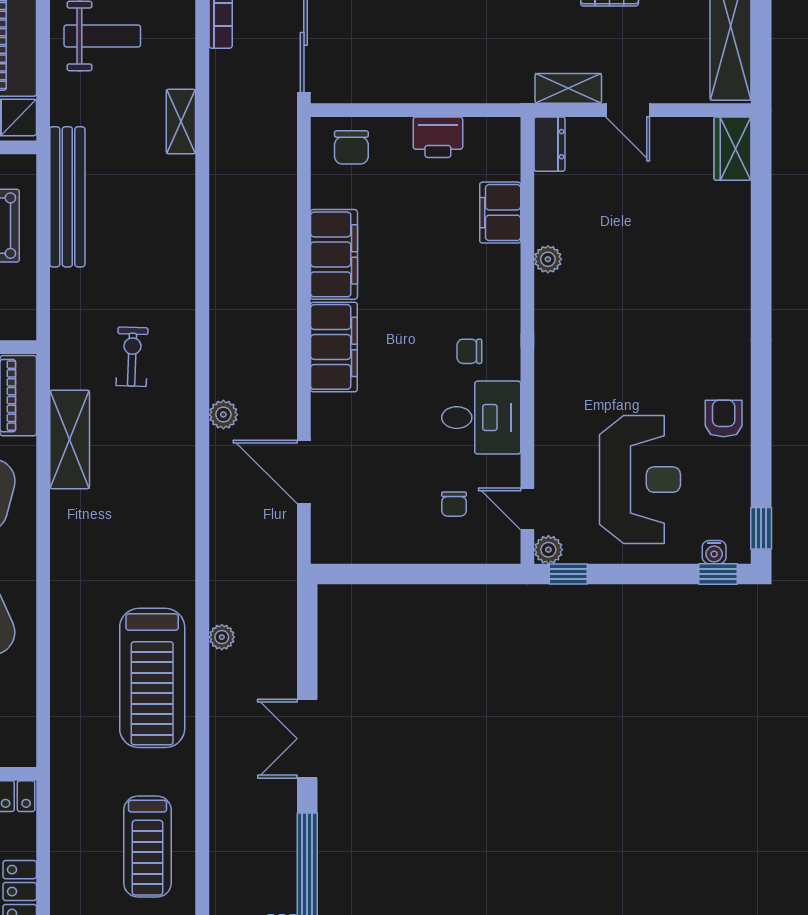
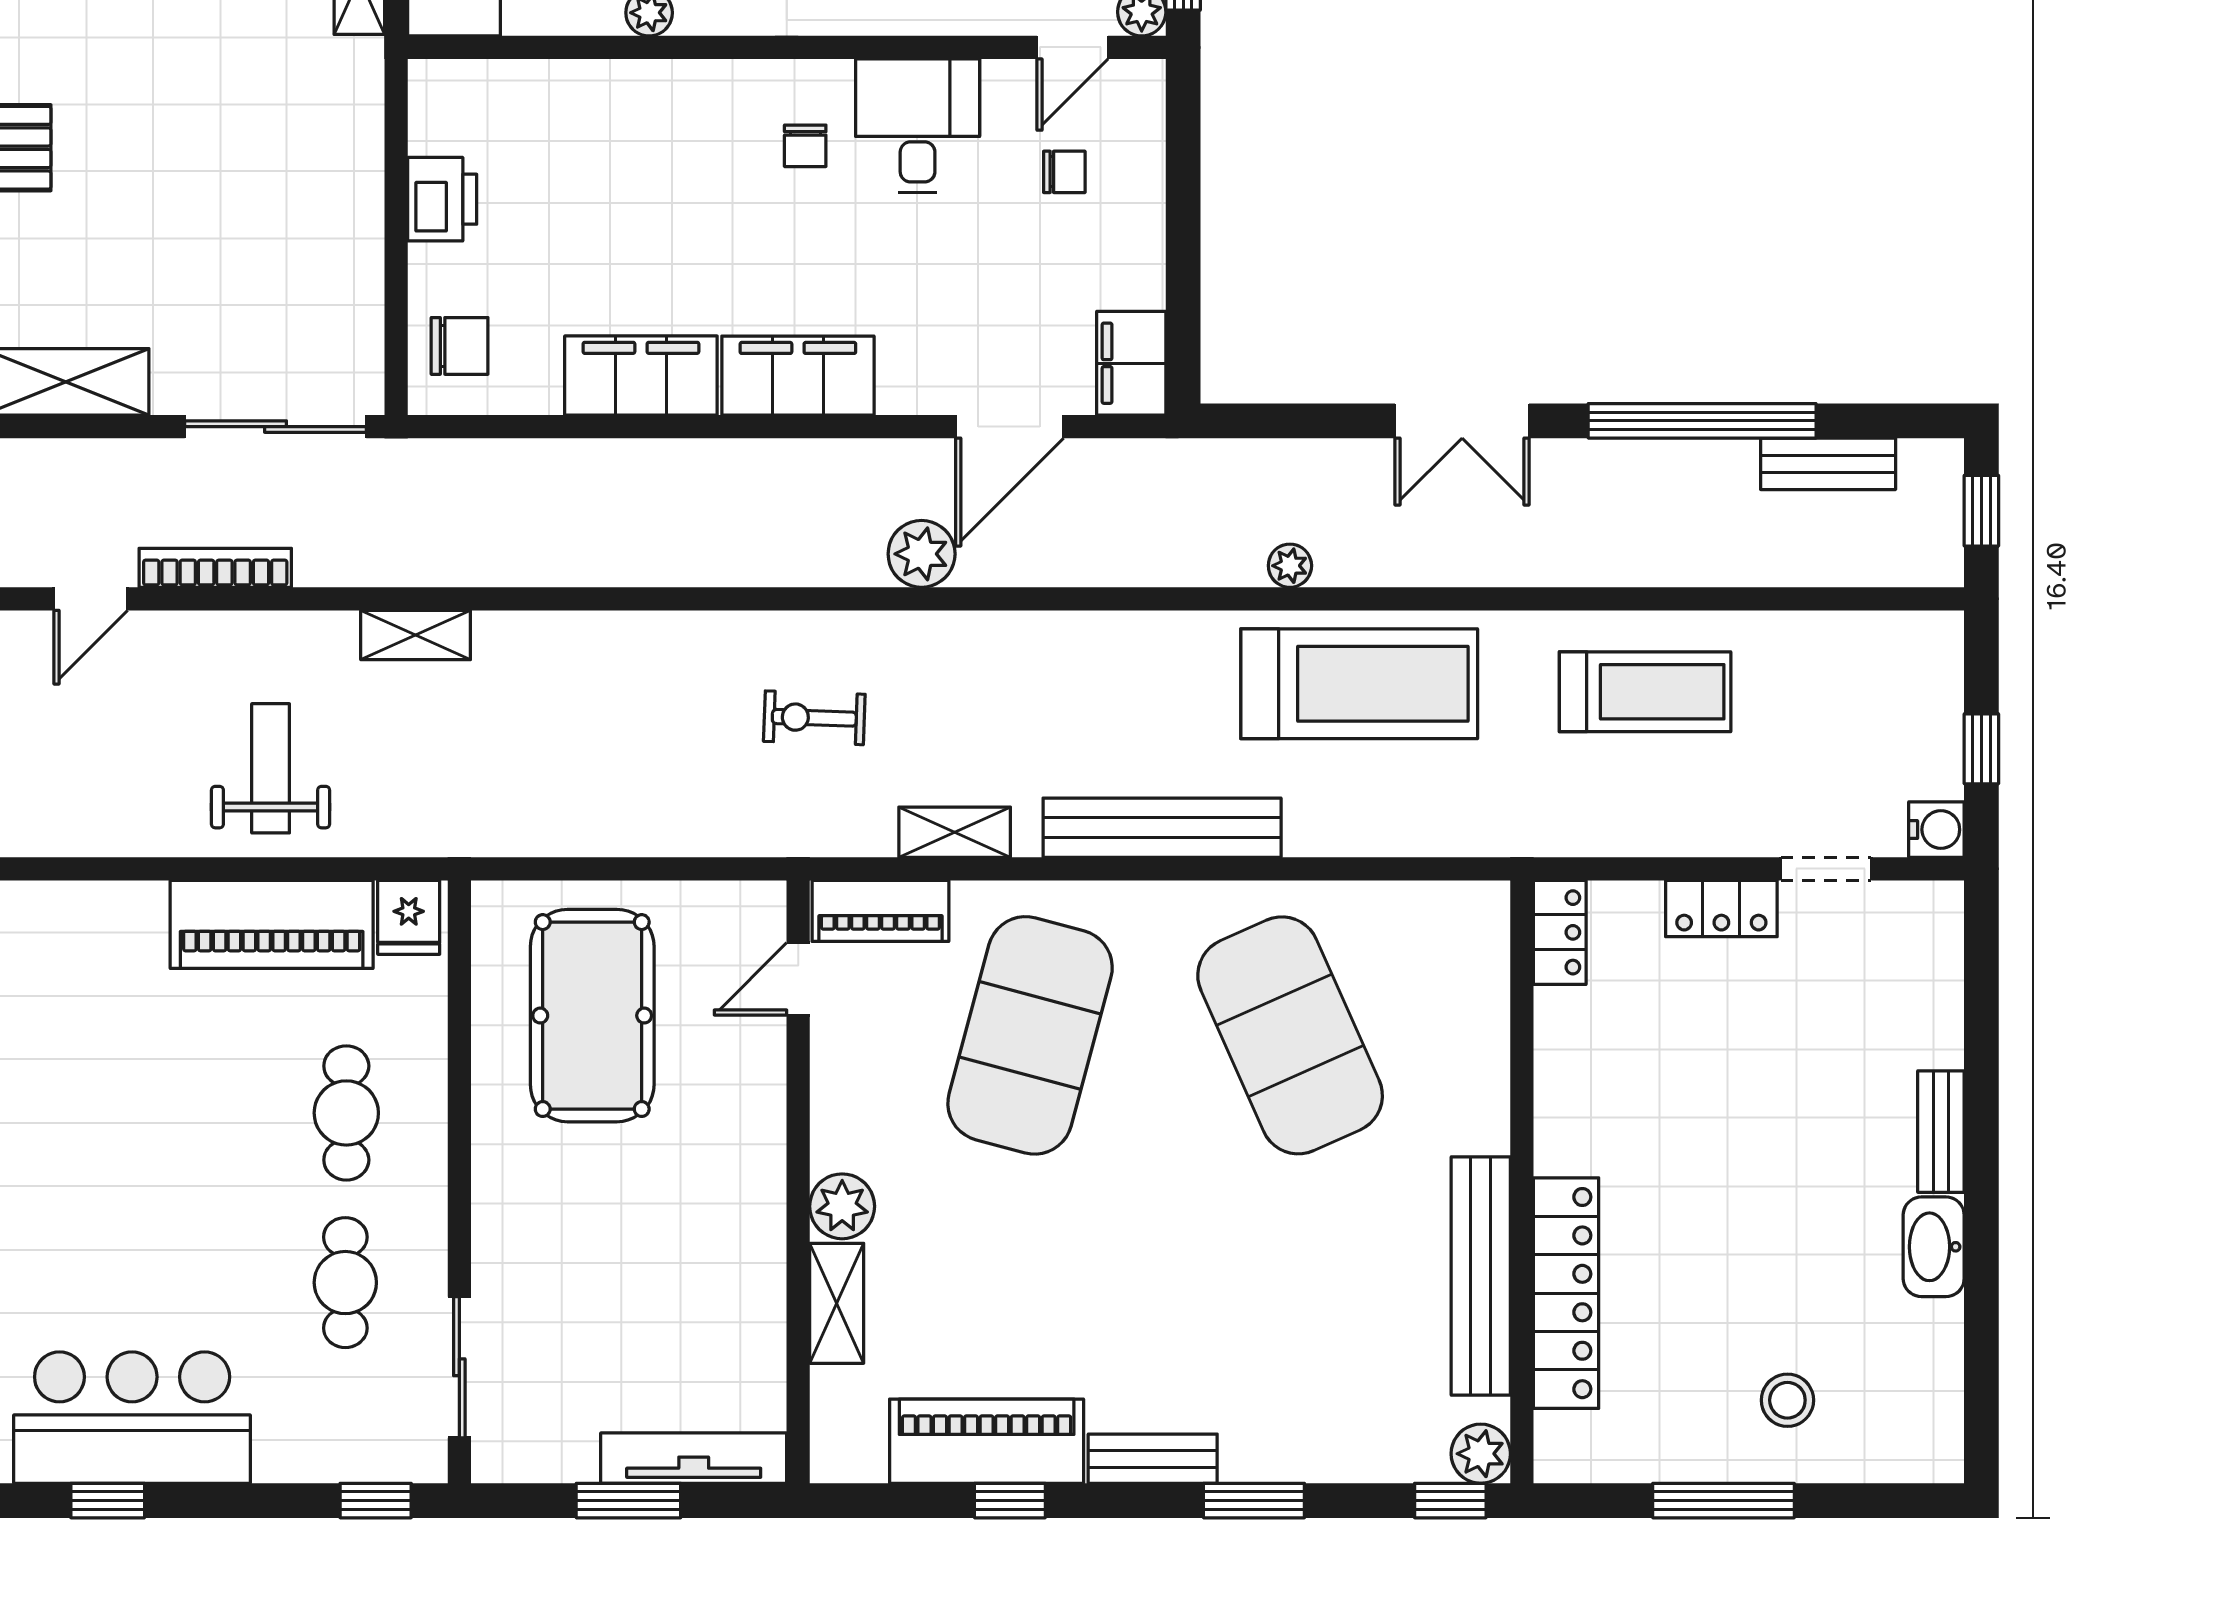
bench: (67, 197) -> (1162, 828), moved
filing cabinet: (500, 213) -> (1131, 363), moved, turned 90
plant: (223, 415) -> (922, 554), width x1.38, depth x1.38
shelving: (70, 439) -> (955, 832), width x0.67, depth x0.75

